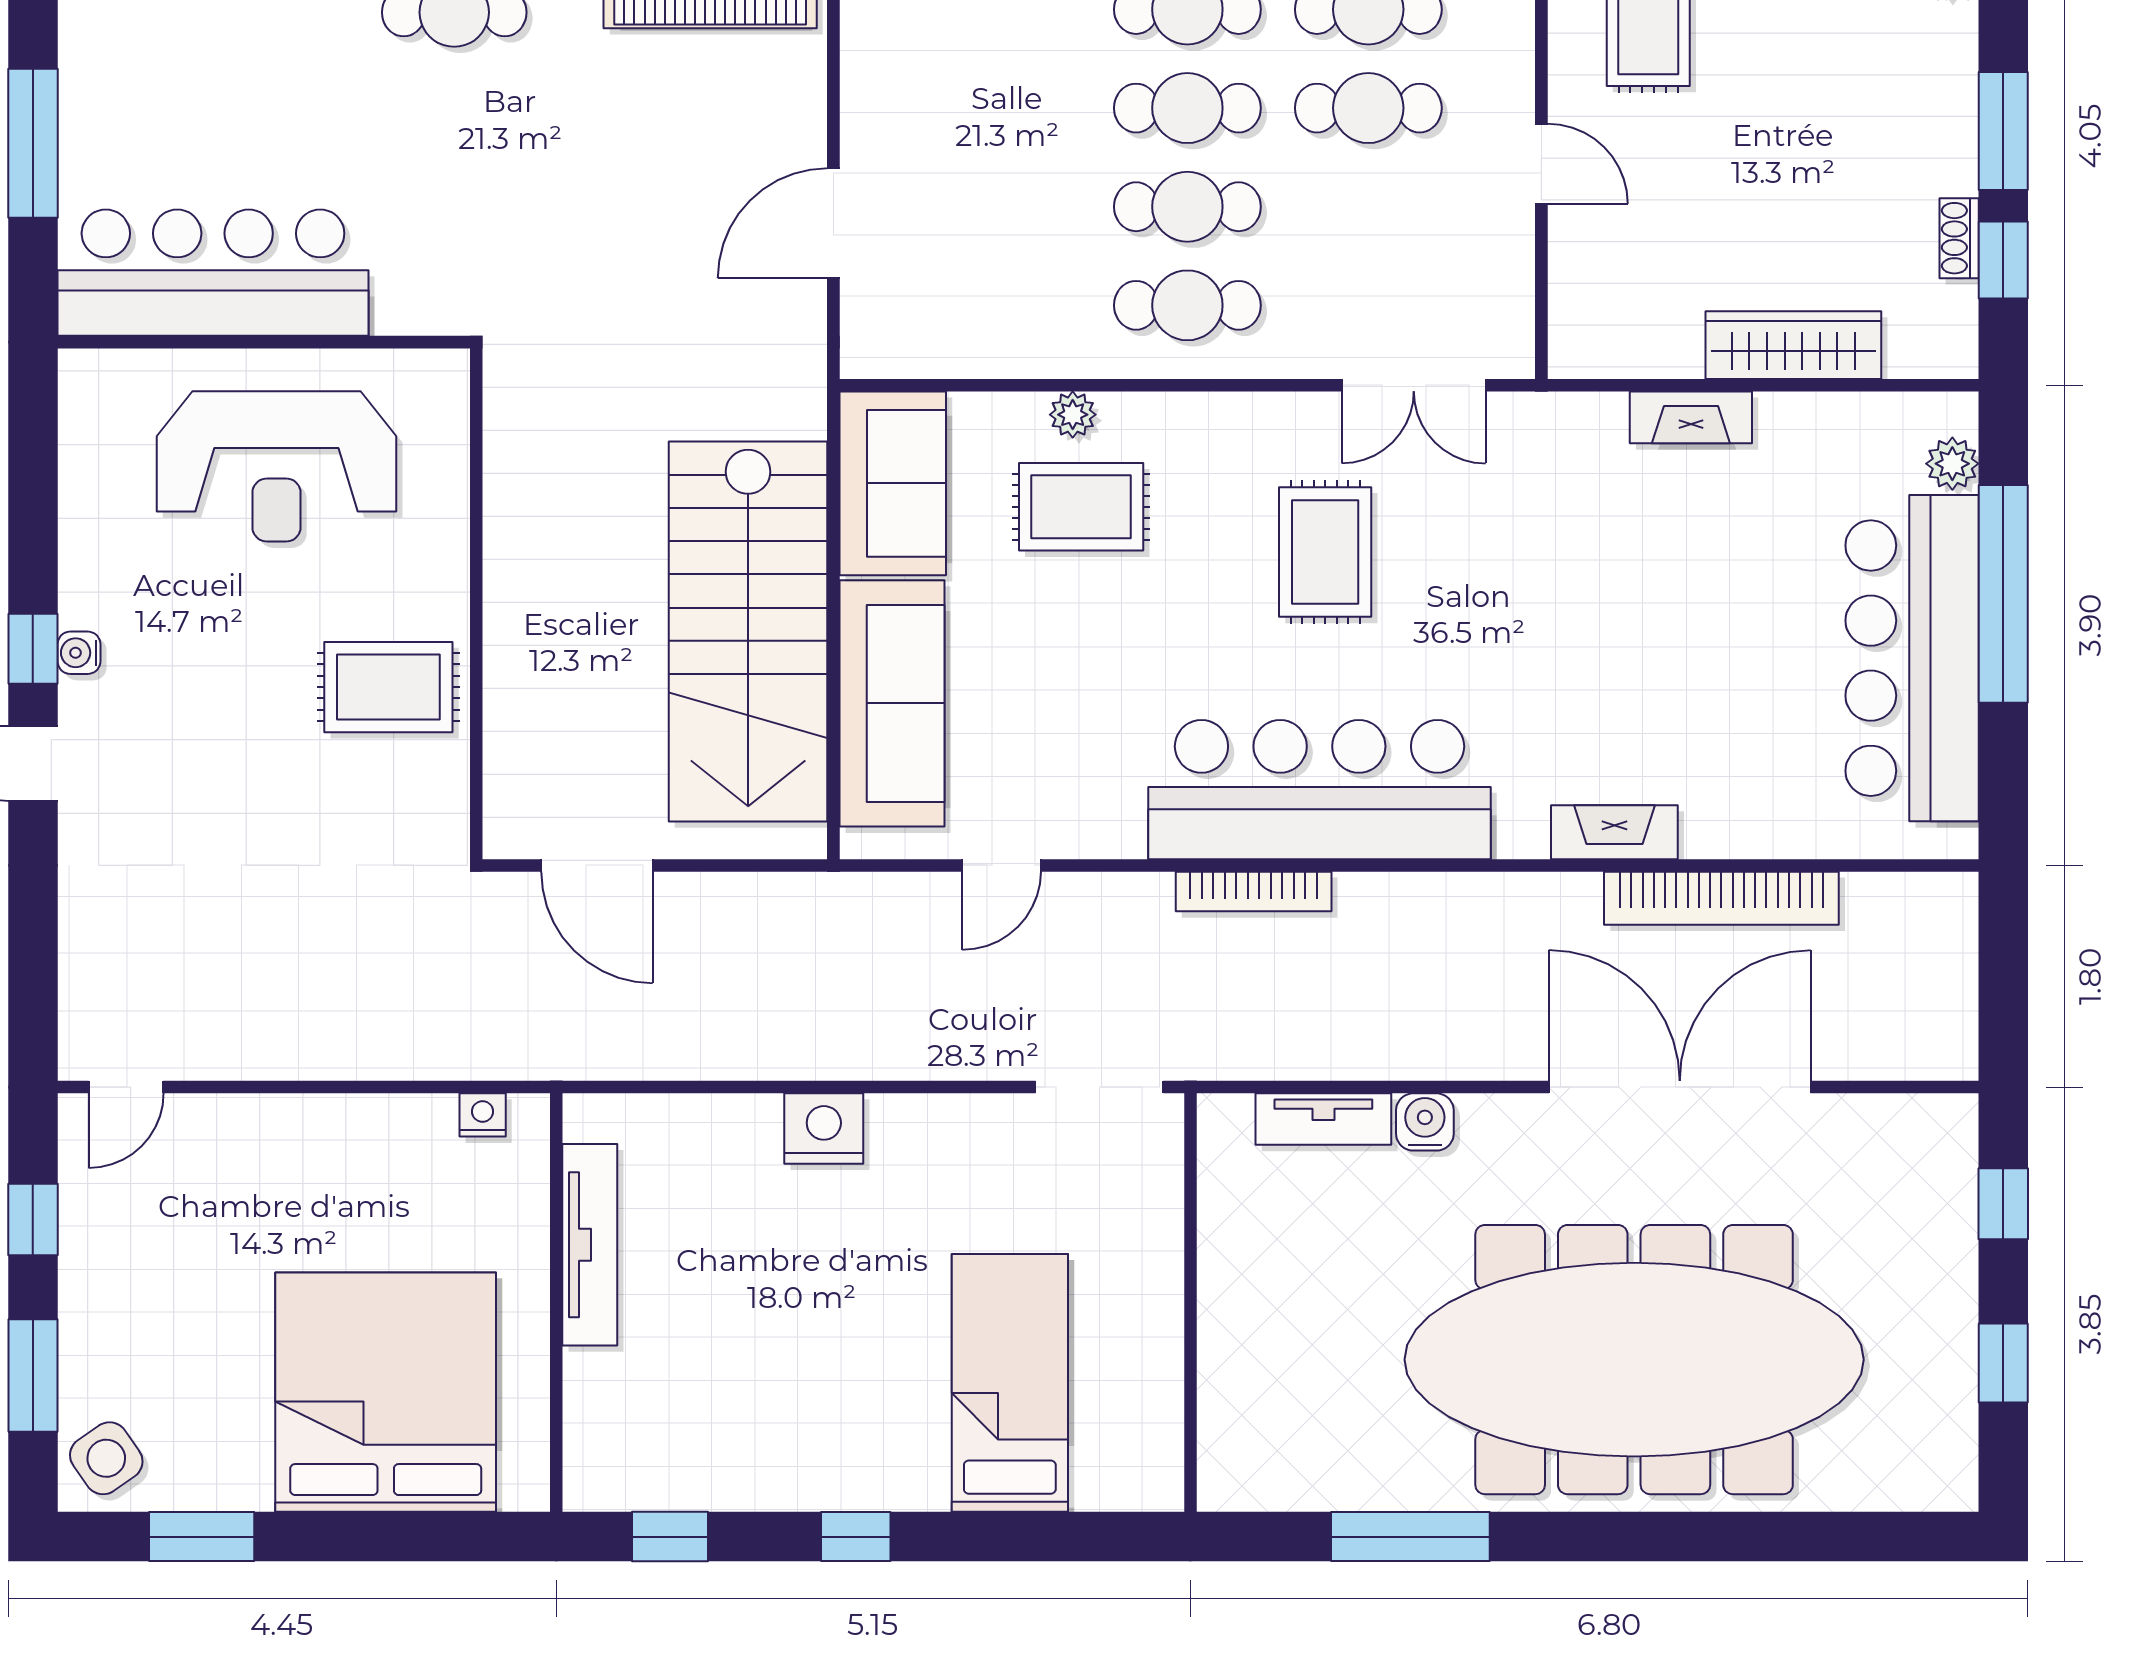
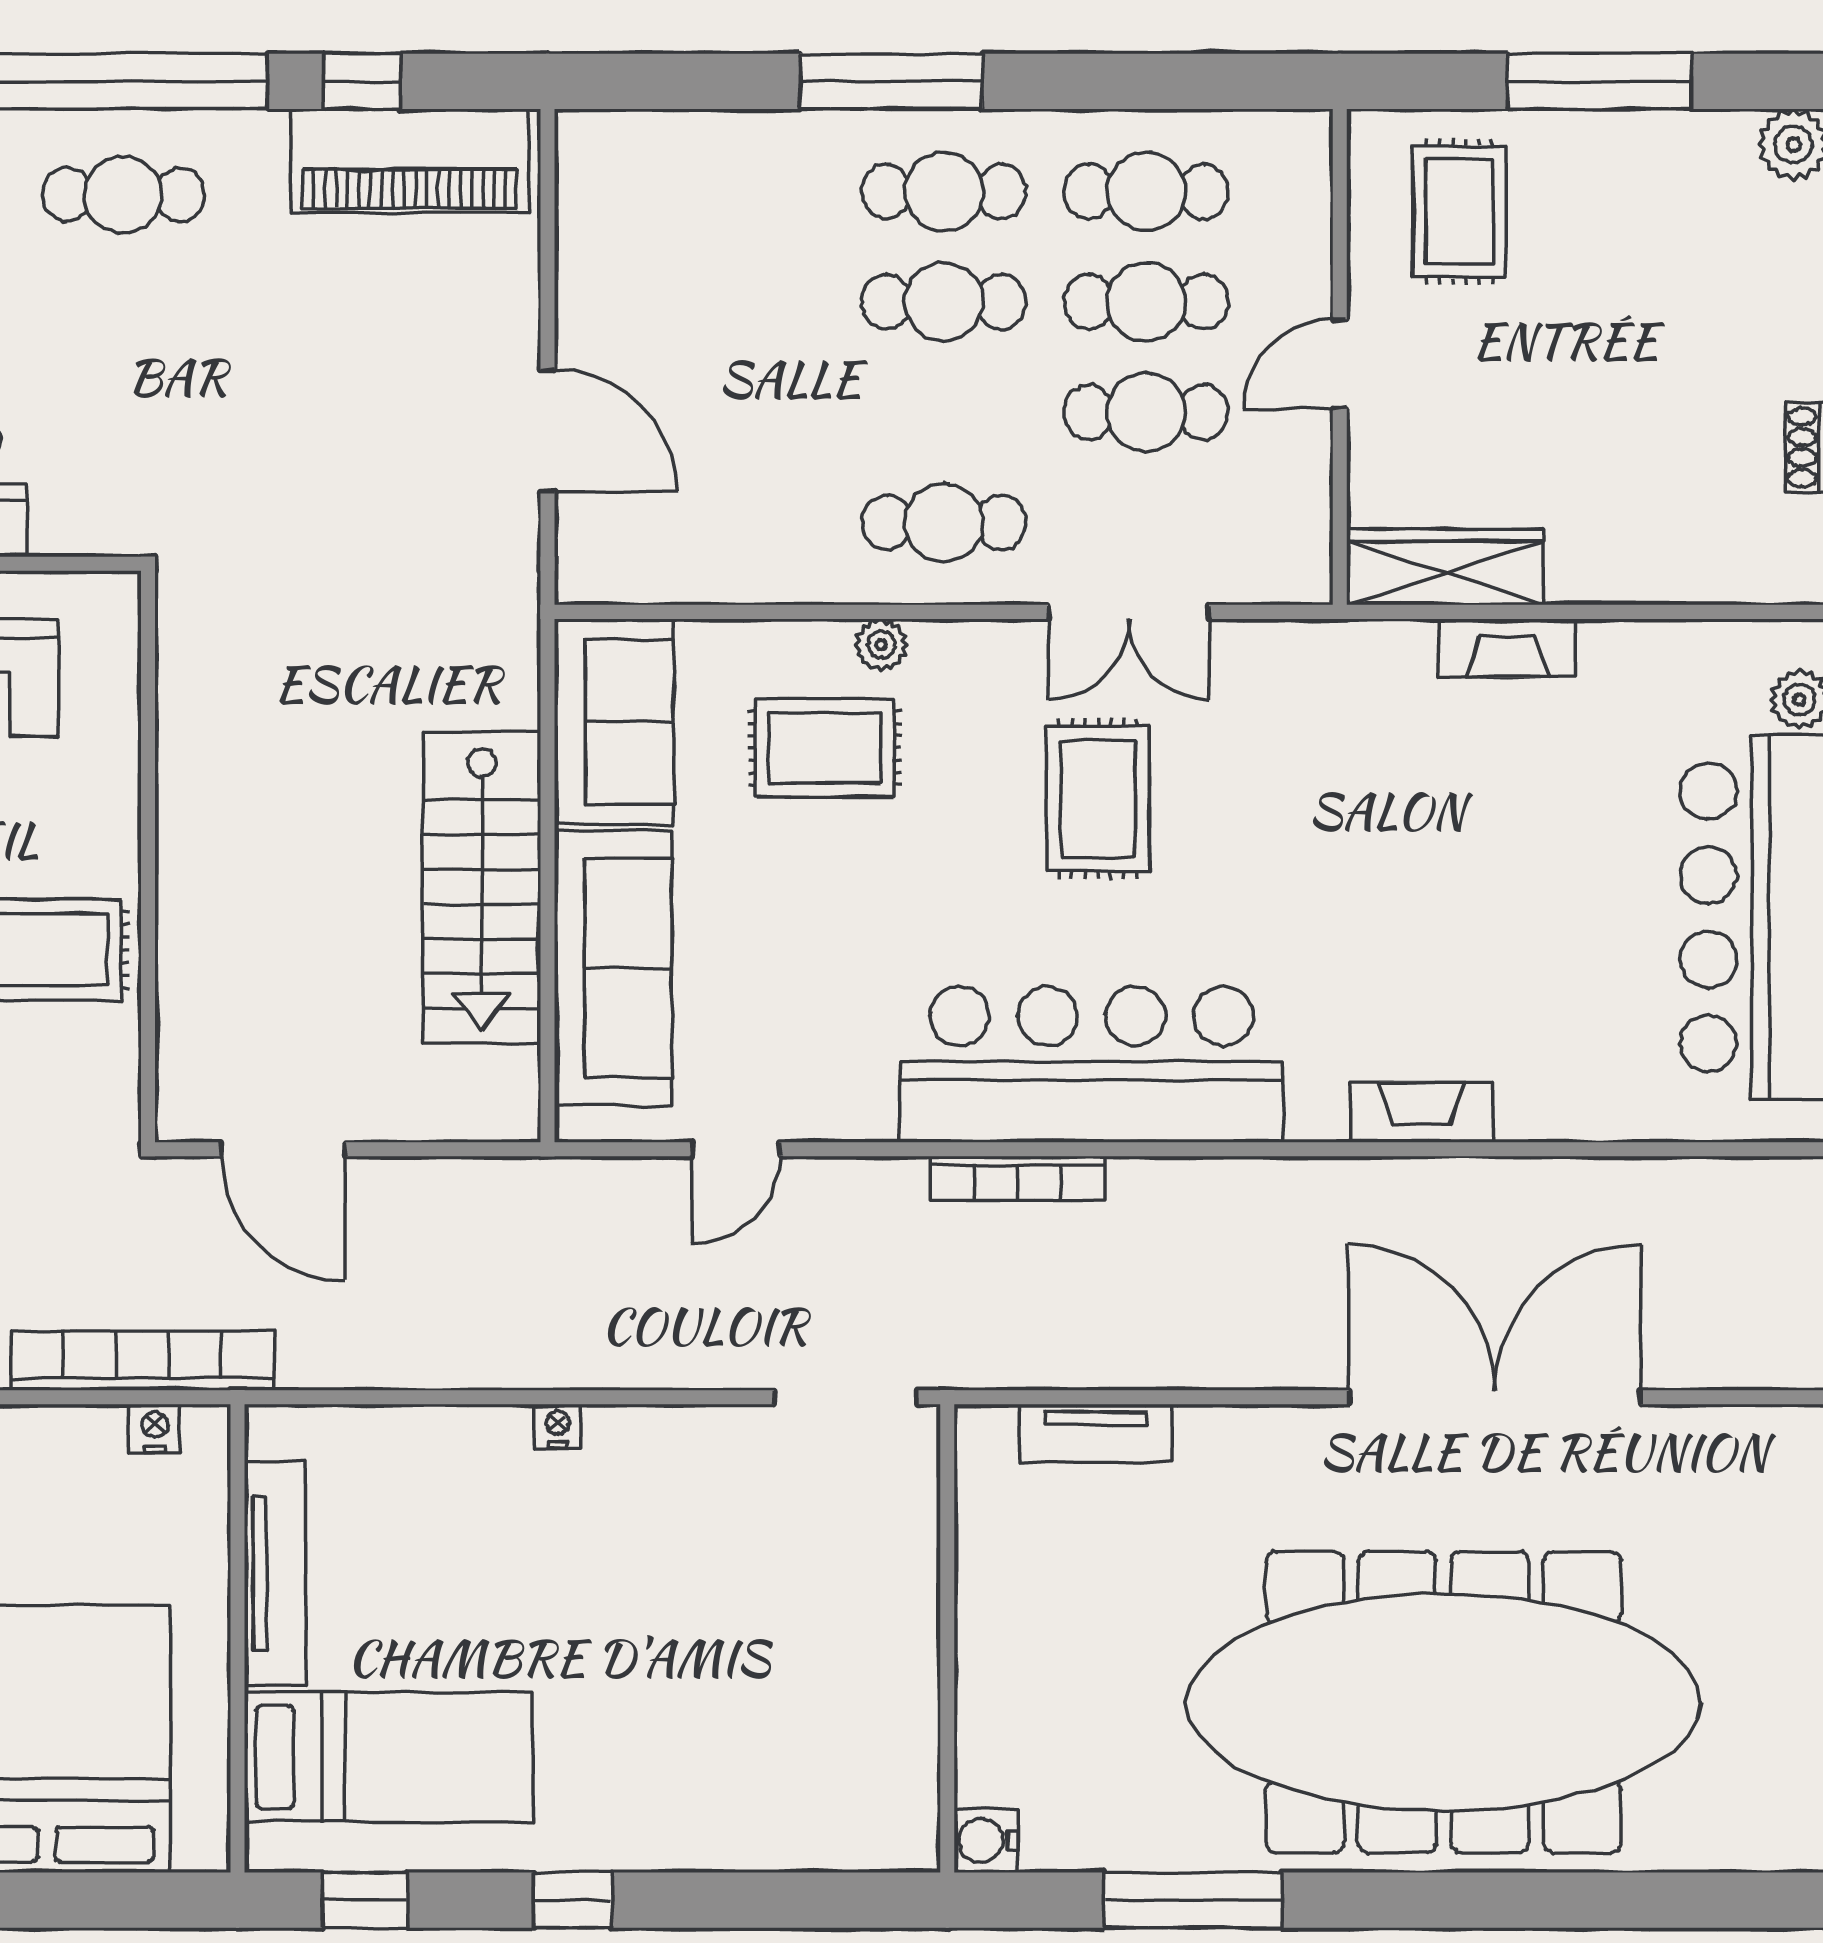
door: (1541, 164) -> (1340, 364), swing flipped
cafe table: (1187, 207) -> (1146, 412), moved
door: (833, 223) -> (548, 431), swing flipped
wardrobe: (1793, 345) -> (1445, 567), moved
double door: (1414, 385) -> (1129, 612), moved
plant: (1073, 415) -> (881, 645), moved
stairs: (748, 631) -> (482, 887), width x0.73, depth x0.66
bookcase: (1721, 898) -> (142, 1361), moved, turned 180
water cooler: (1425, 1122) -> (986, 1840), moved, turned -90
nightstand: (824, 1129) -> (558, 1426), width x0.53, depth x0.56
bed: (1010, 1383) -> (389, 1757), moved, turned 90

